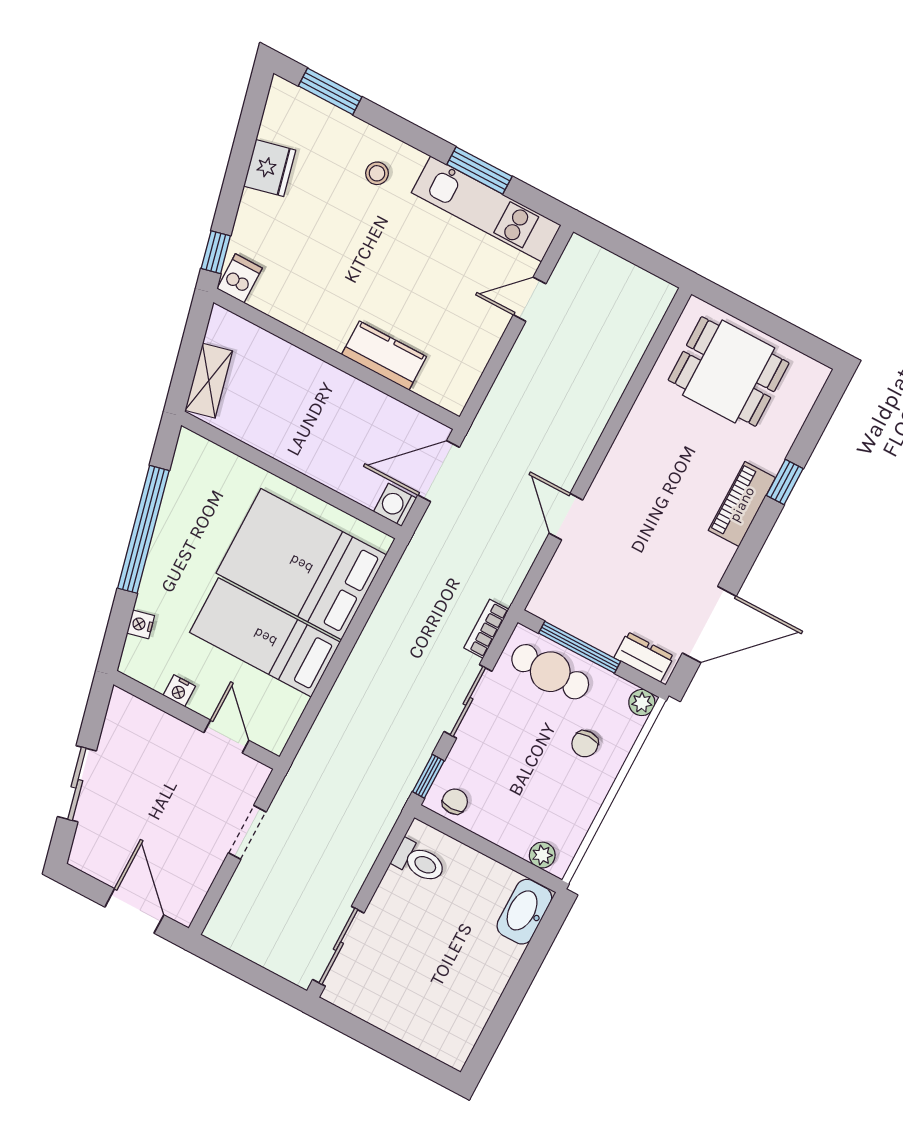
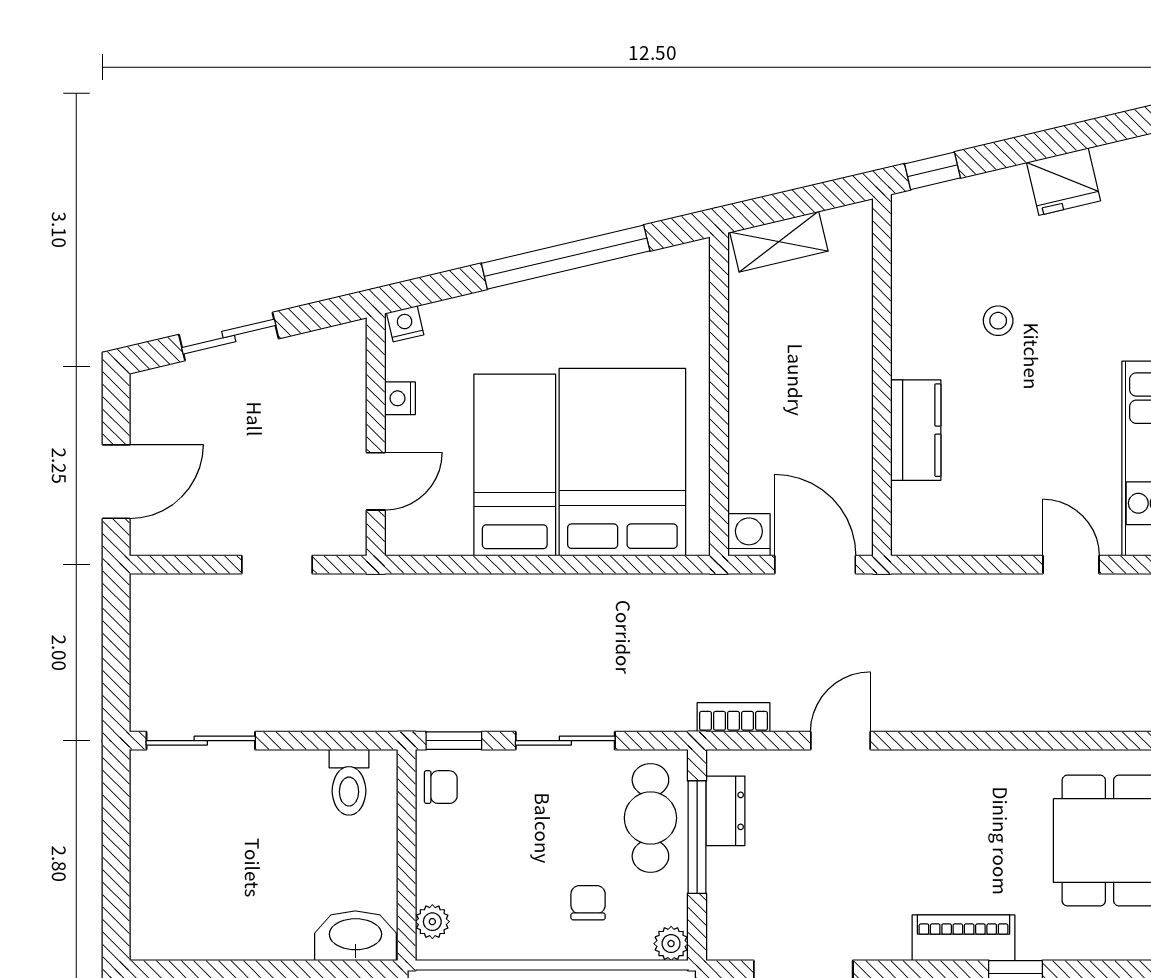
stool: (377, 173) -> (998, 321), moved
dishwasher: (240, 278) -> (917, 215), removed
nightstand: (141, 624) -> (405, 324), moved
bookcase: (486, 629) -> (733, 717), moved
dresser: (644, 657) -> (725, 811), moved
chair: (585, 744) -> (588, 903), turned 90

